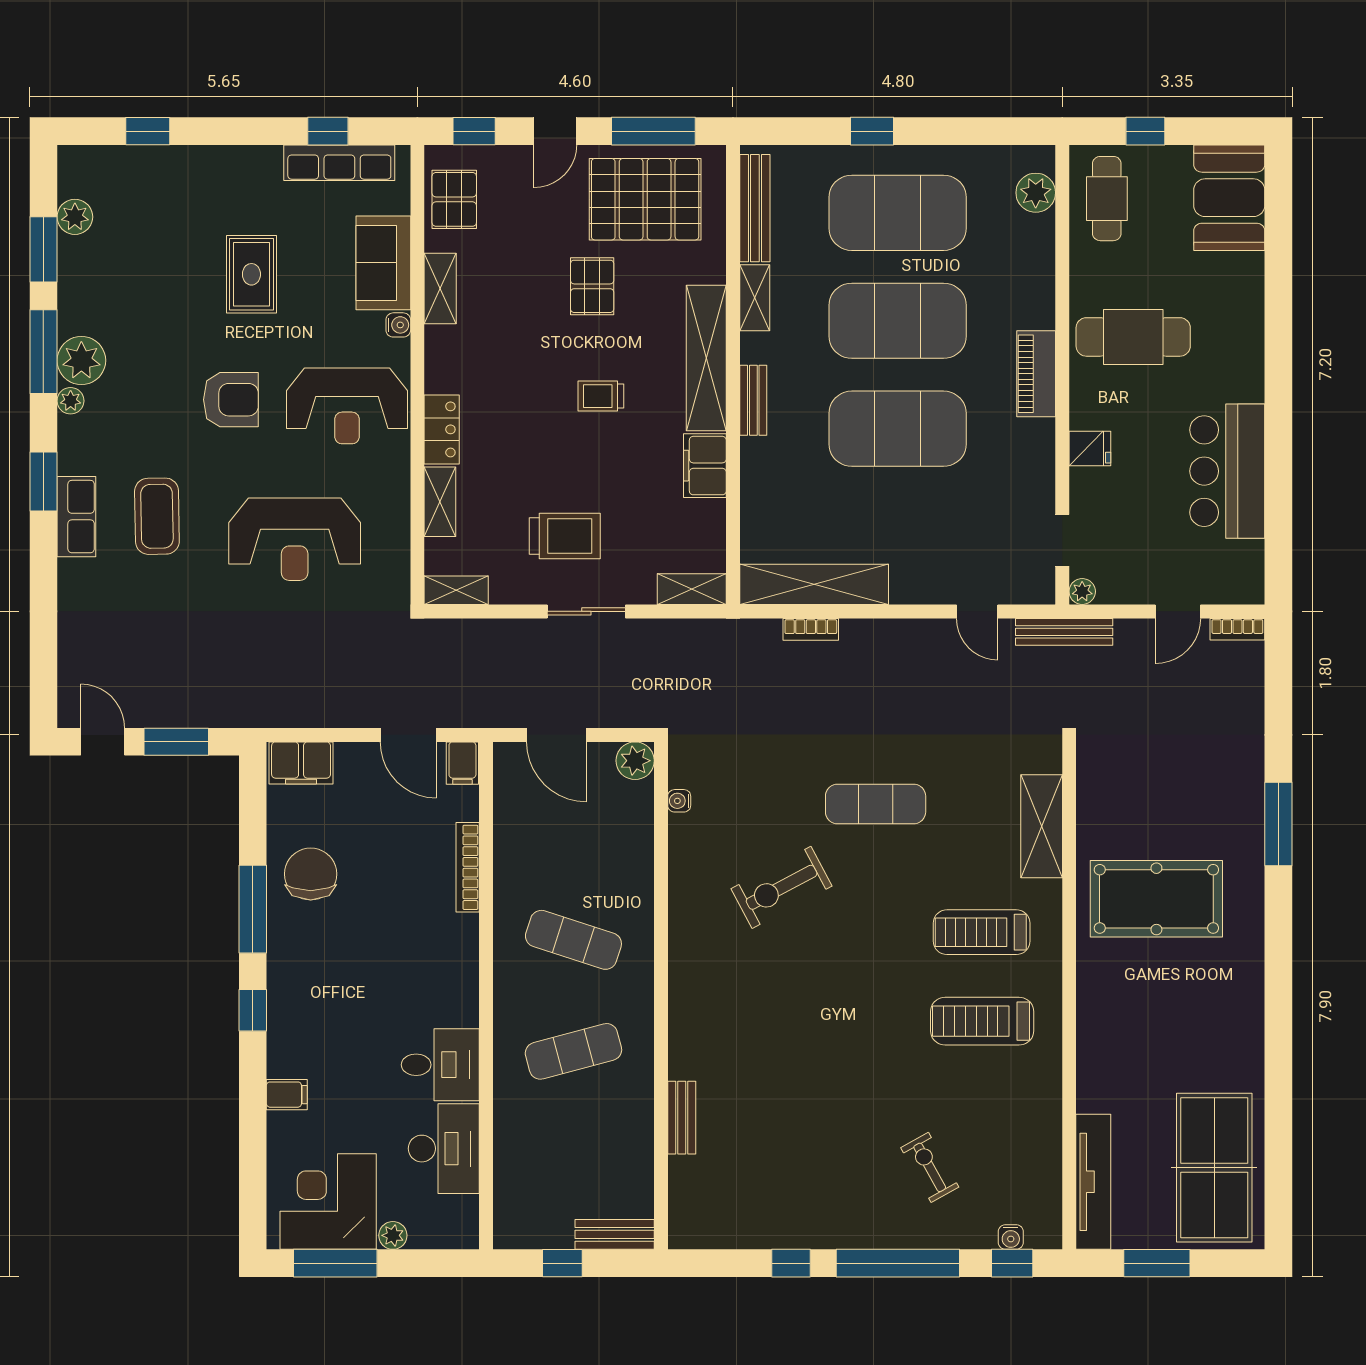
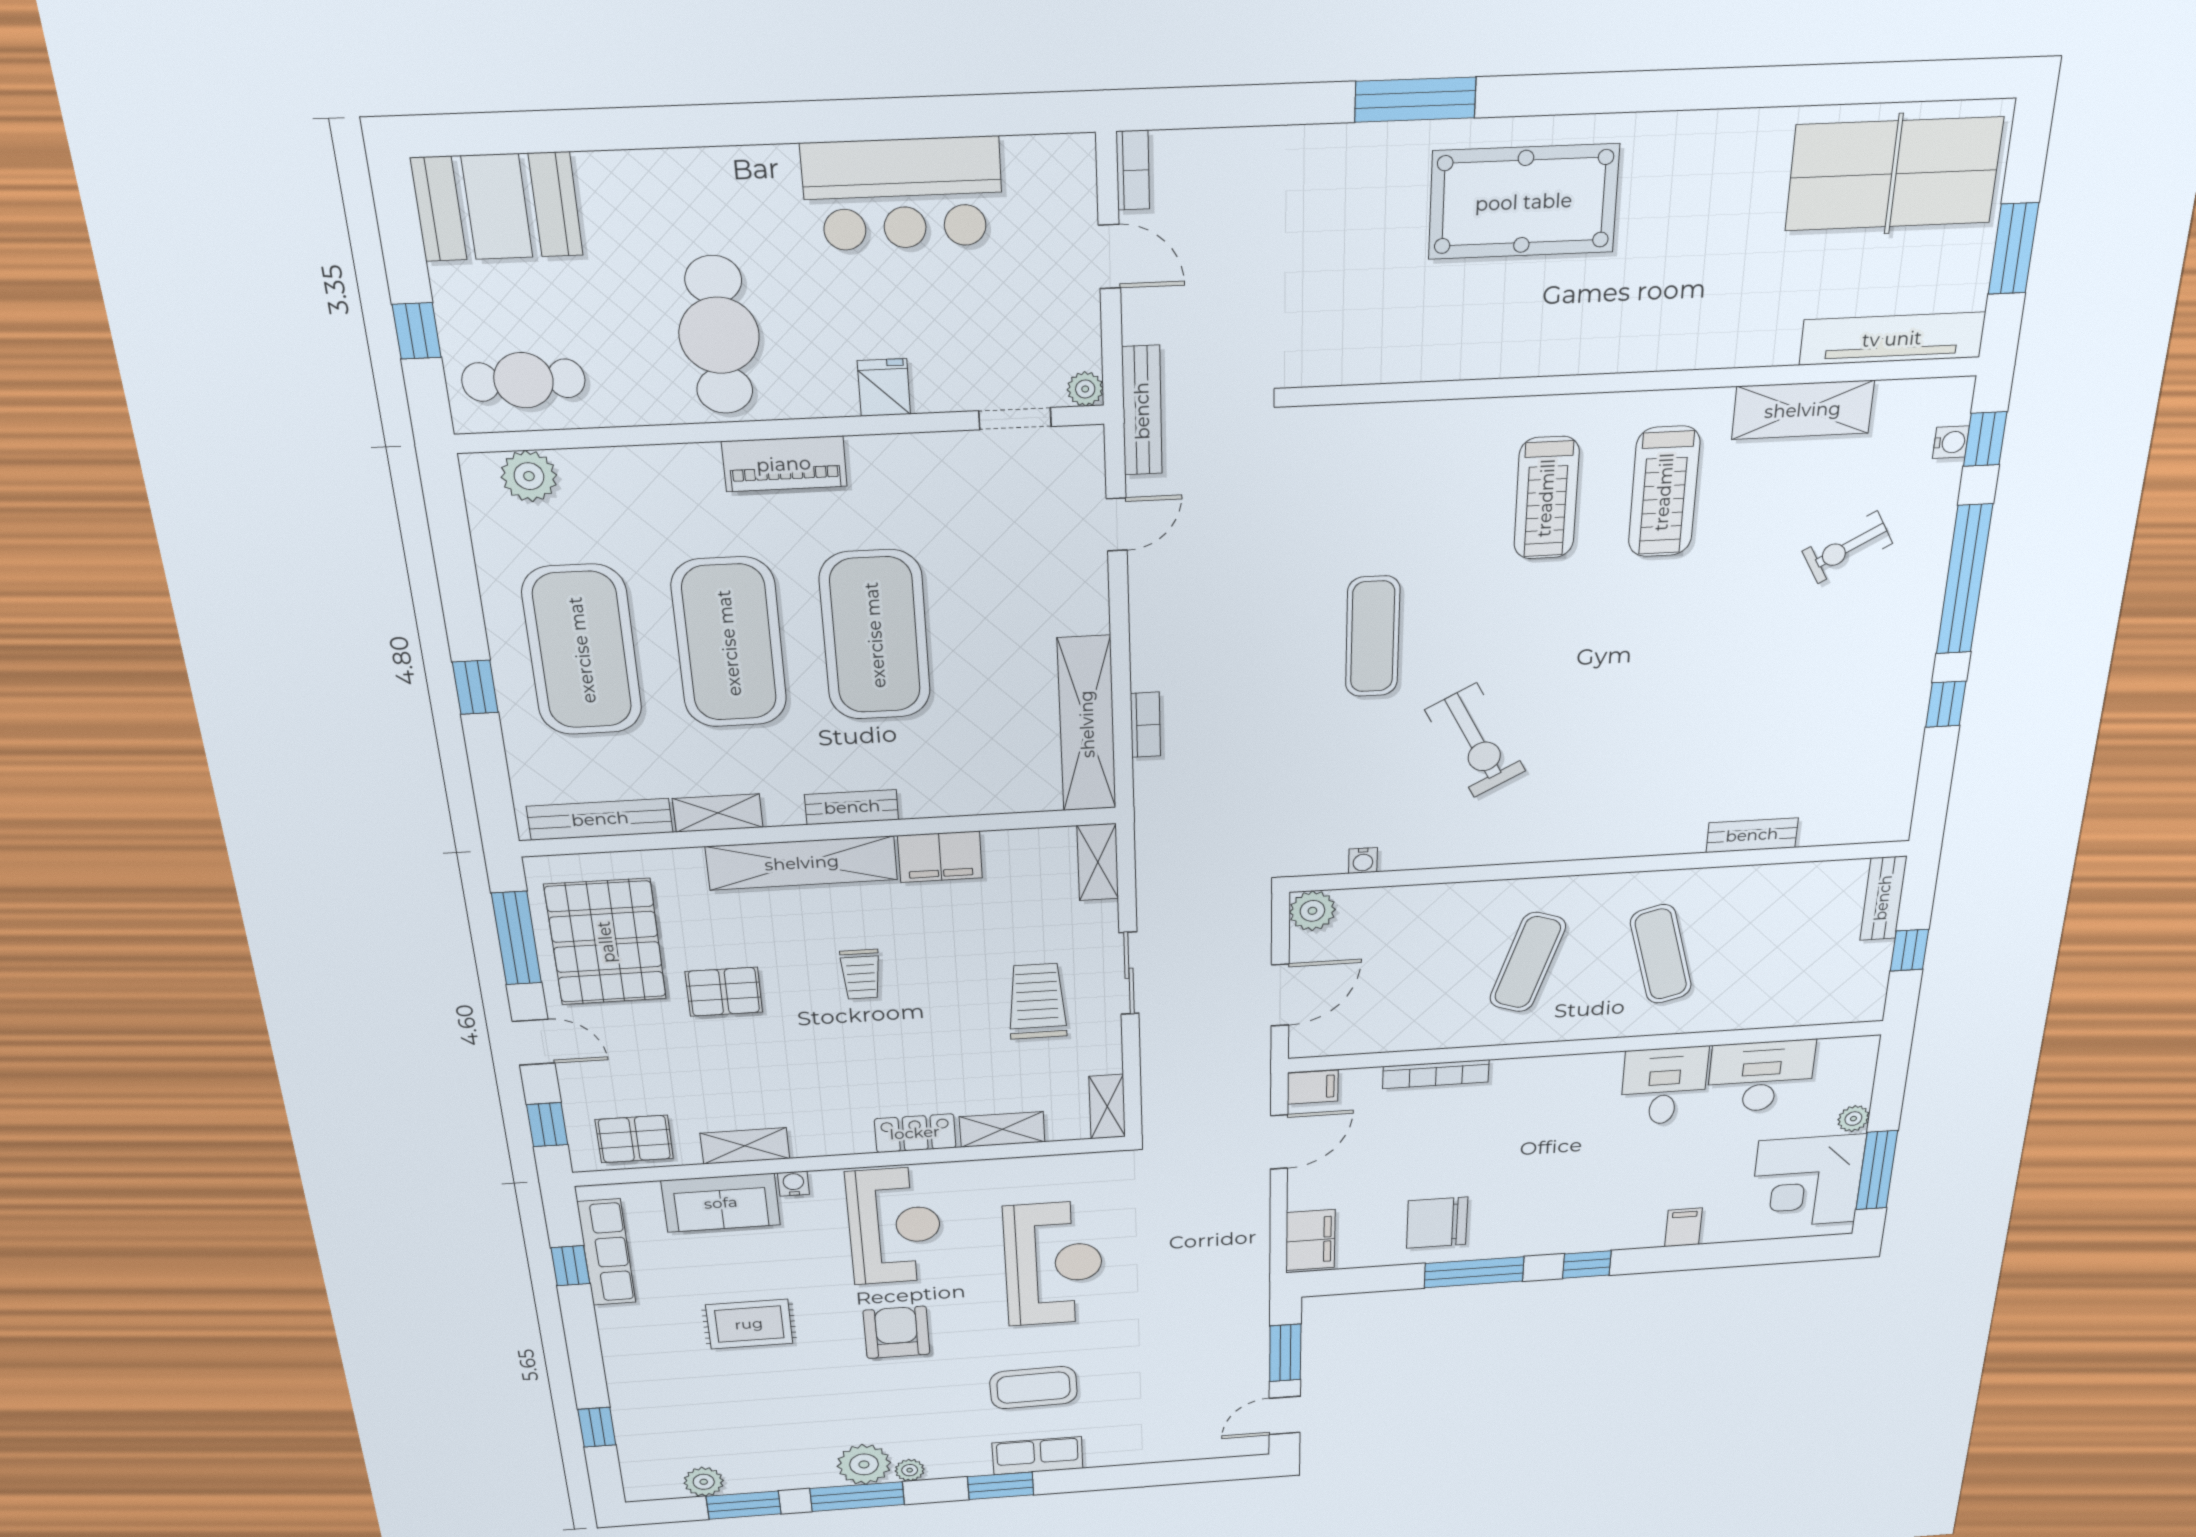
shelving: (1042, 826) -> (1803, 410), moved
pool table: (1156, 899) -> (1524, 202), moved, turned 90

